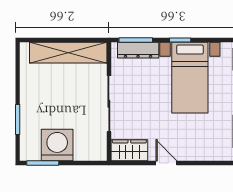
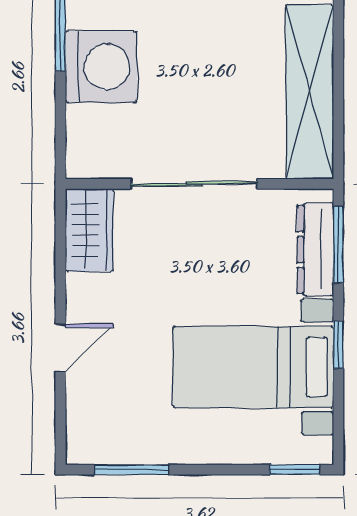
door: (166, 163) -> (60, 348), moved

